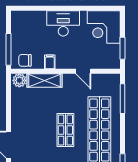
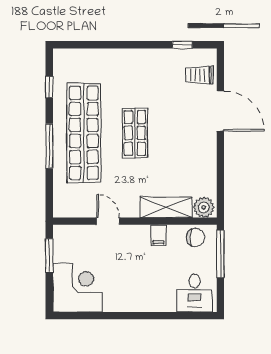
desk: (63, 23) -> (194, 293), moved, width x0.73
window: (122, 99) -> (49, 146), moved

